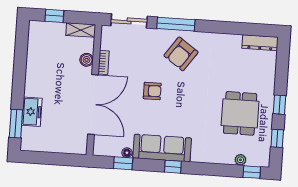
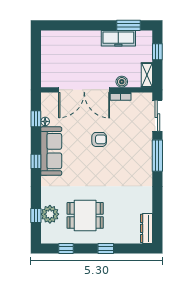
armchair: (181, 54) -> (132, 162), removed
armchair: (152, 91) -> (99, 139), turned -90
window: (279, 105) -> (106, 248), moved
freezer: (32, 112) -> (118, 38), moved, width x1.40
window: (16, 124) -> (129, 25), moved
plant: (240, 160) -> (50, 214), width x1.88, depth x1.88
window: (252, 172) -> (36, 216), moved

